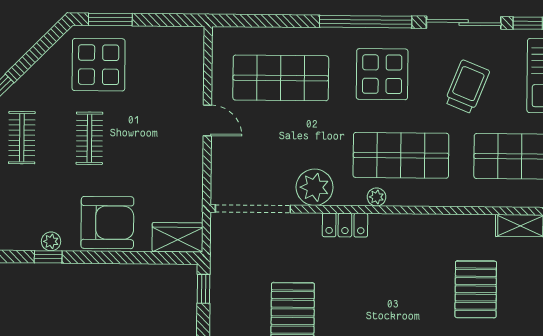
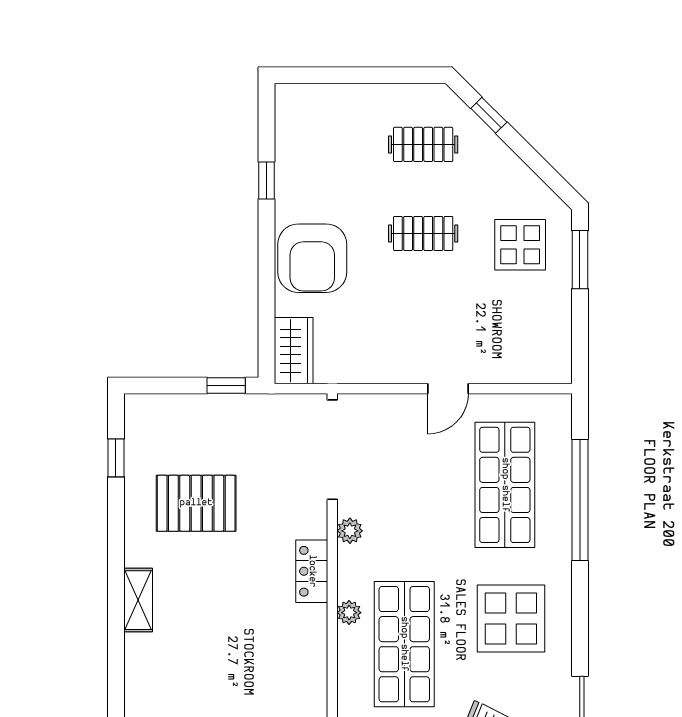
window: (366, 22) -> (580, 500), moved
display table: (99, 65) -> (520, 245), width x0.73, depth x0.73
plant: (315, 187) -> (350, 531), width x0.53, depth x0.53
plant: (51, 241) -> (287, 184), removed

